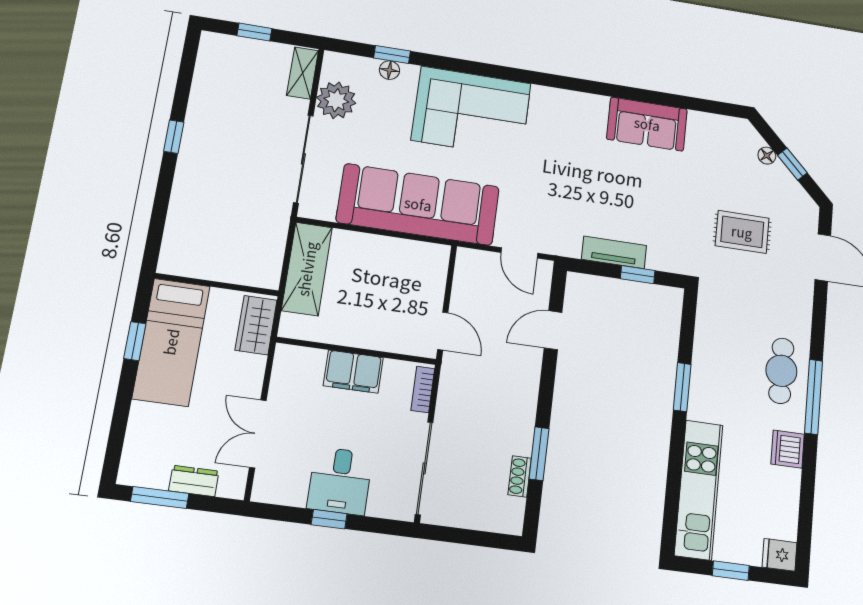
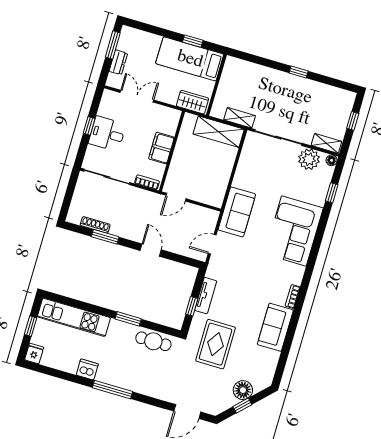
floor lamp: (389, 70) -> (332, 160), moved
bookcase: (588, 101) -> (293, 296), added
floor lamp: (767, 156) -> (243, 390), width x1.89, depth x1.89
sofa: (418, 204) -> (237, 212), width x0.54, depth x0.79
rug: (742, 232) -> (216, 344), moved, width x1.36, depth x1.43
shelving: (275, 234) -> (240, 118), added
door: (553, 330) -> (151, 250), moved
cafe table: (781, 371) -> (153, 341), moved
shoe rack: (520, 476) -> (95, 225), width x1.43

